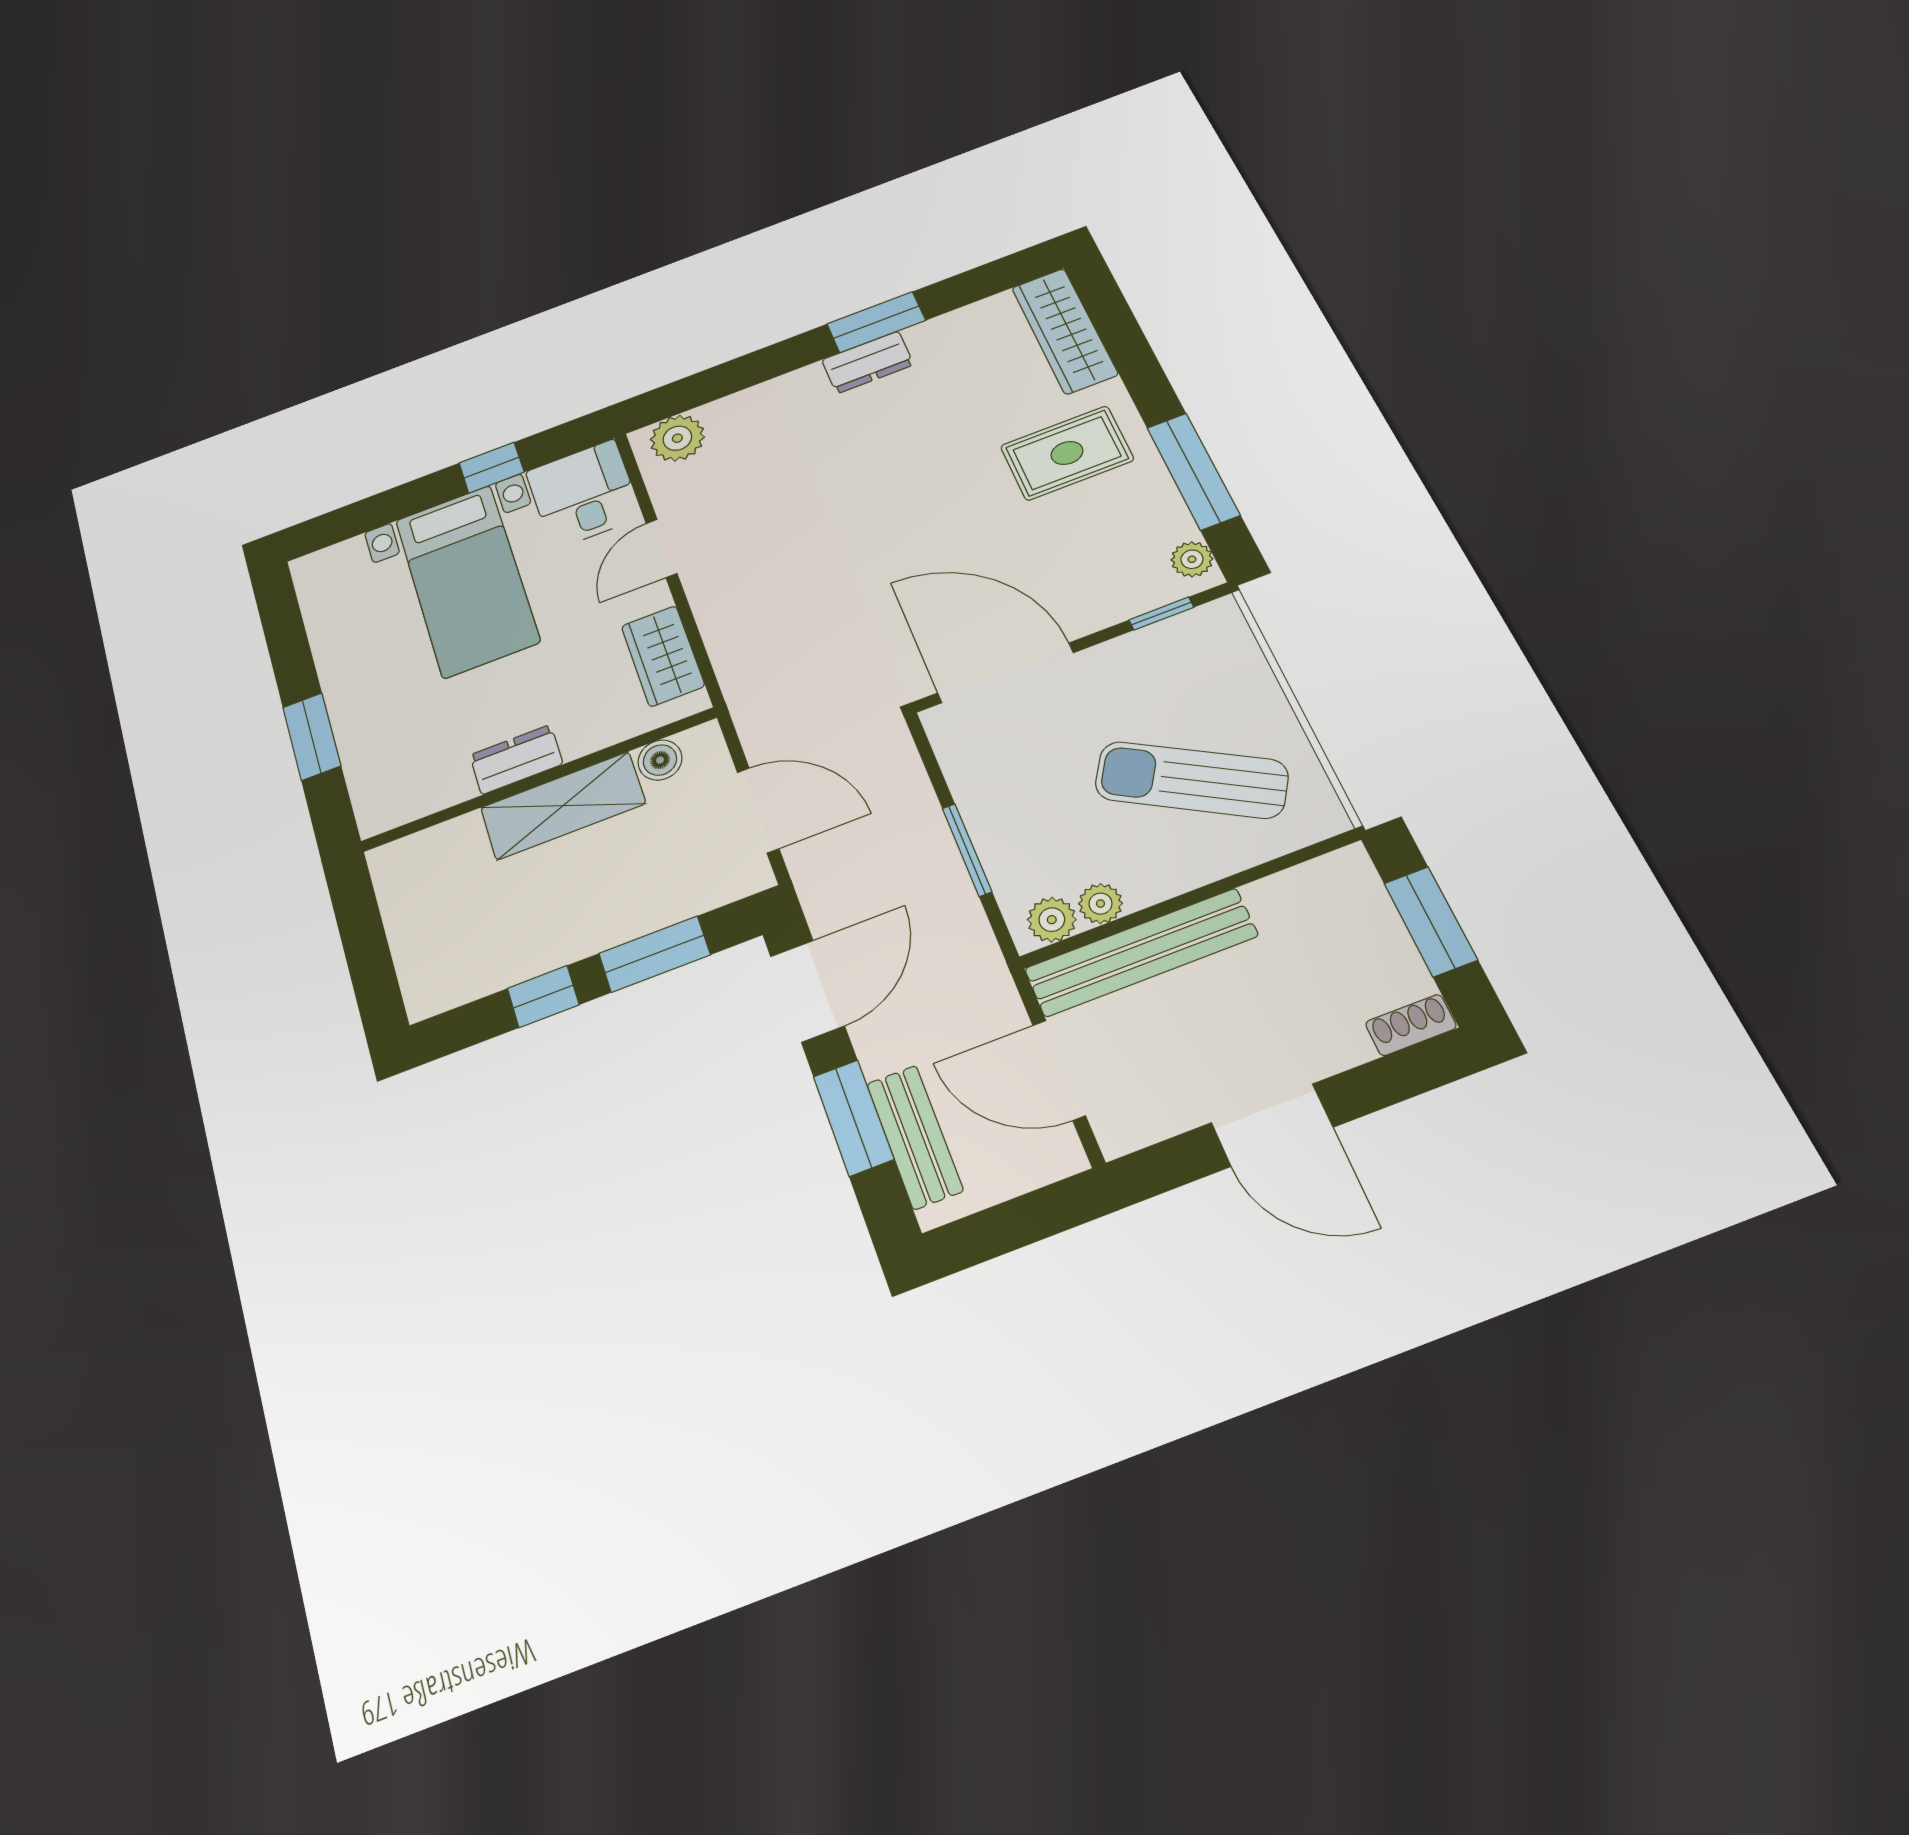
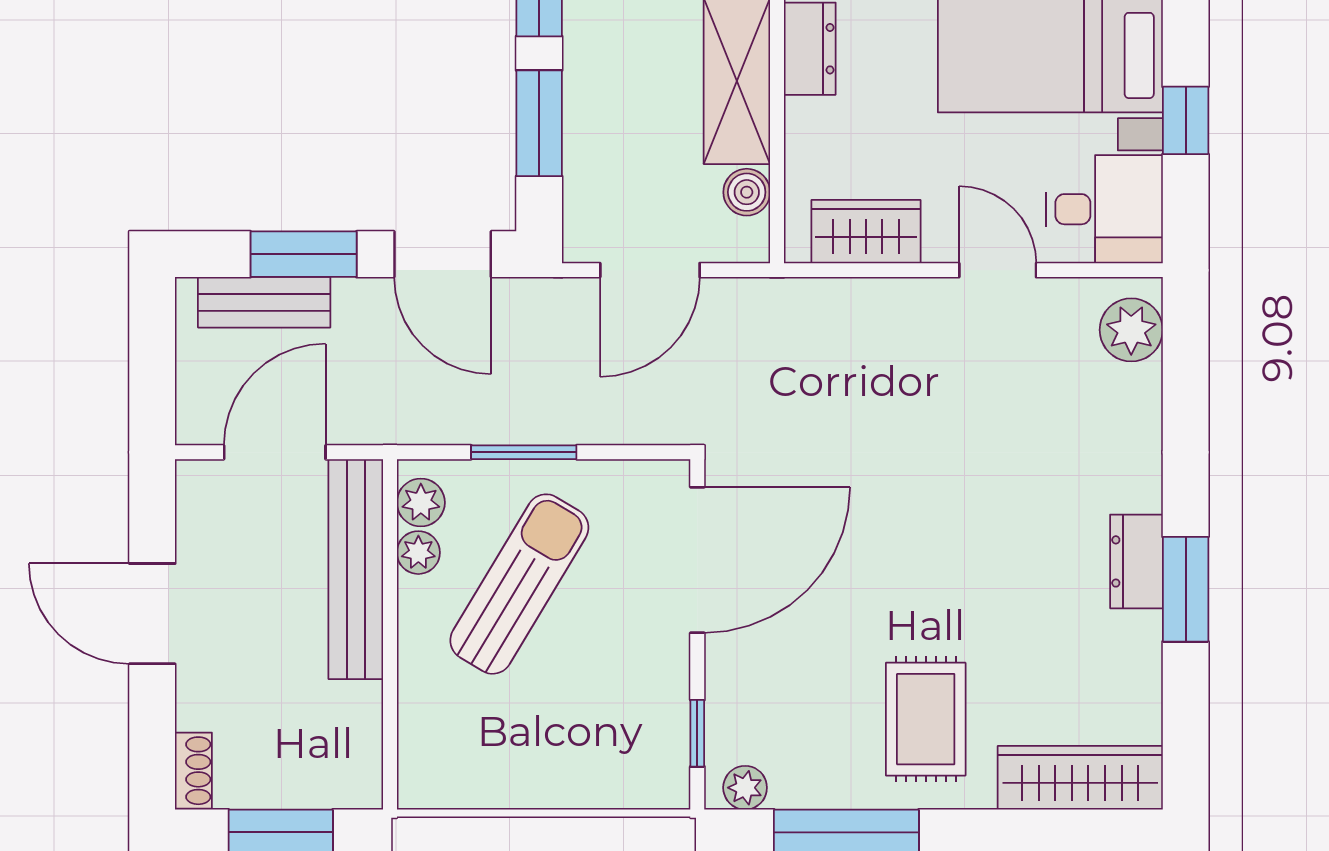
sun lounger: (1191, 780) -> (519, 584), moved
door: (1272, 1125) -> (152, 614), hinge flipped

